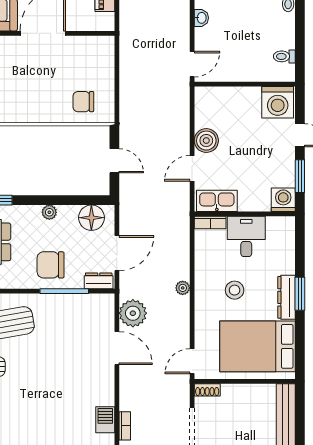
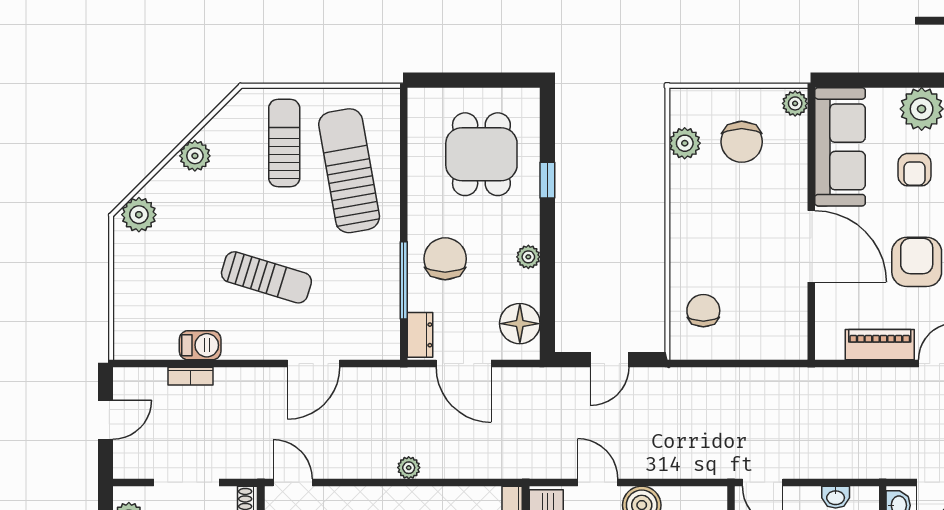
plant: (133, 313) -> (369, 389), removed
sun lounger: (62, 378) -> (266, 277), added

